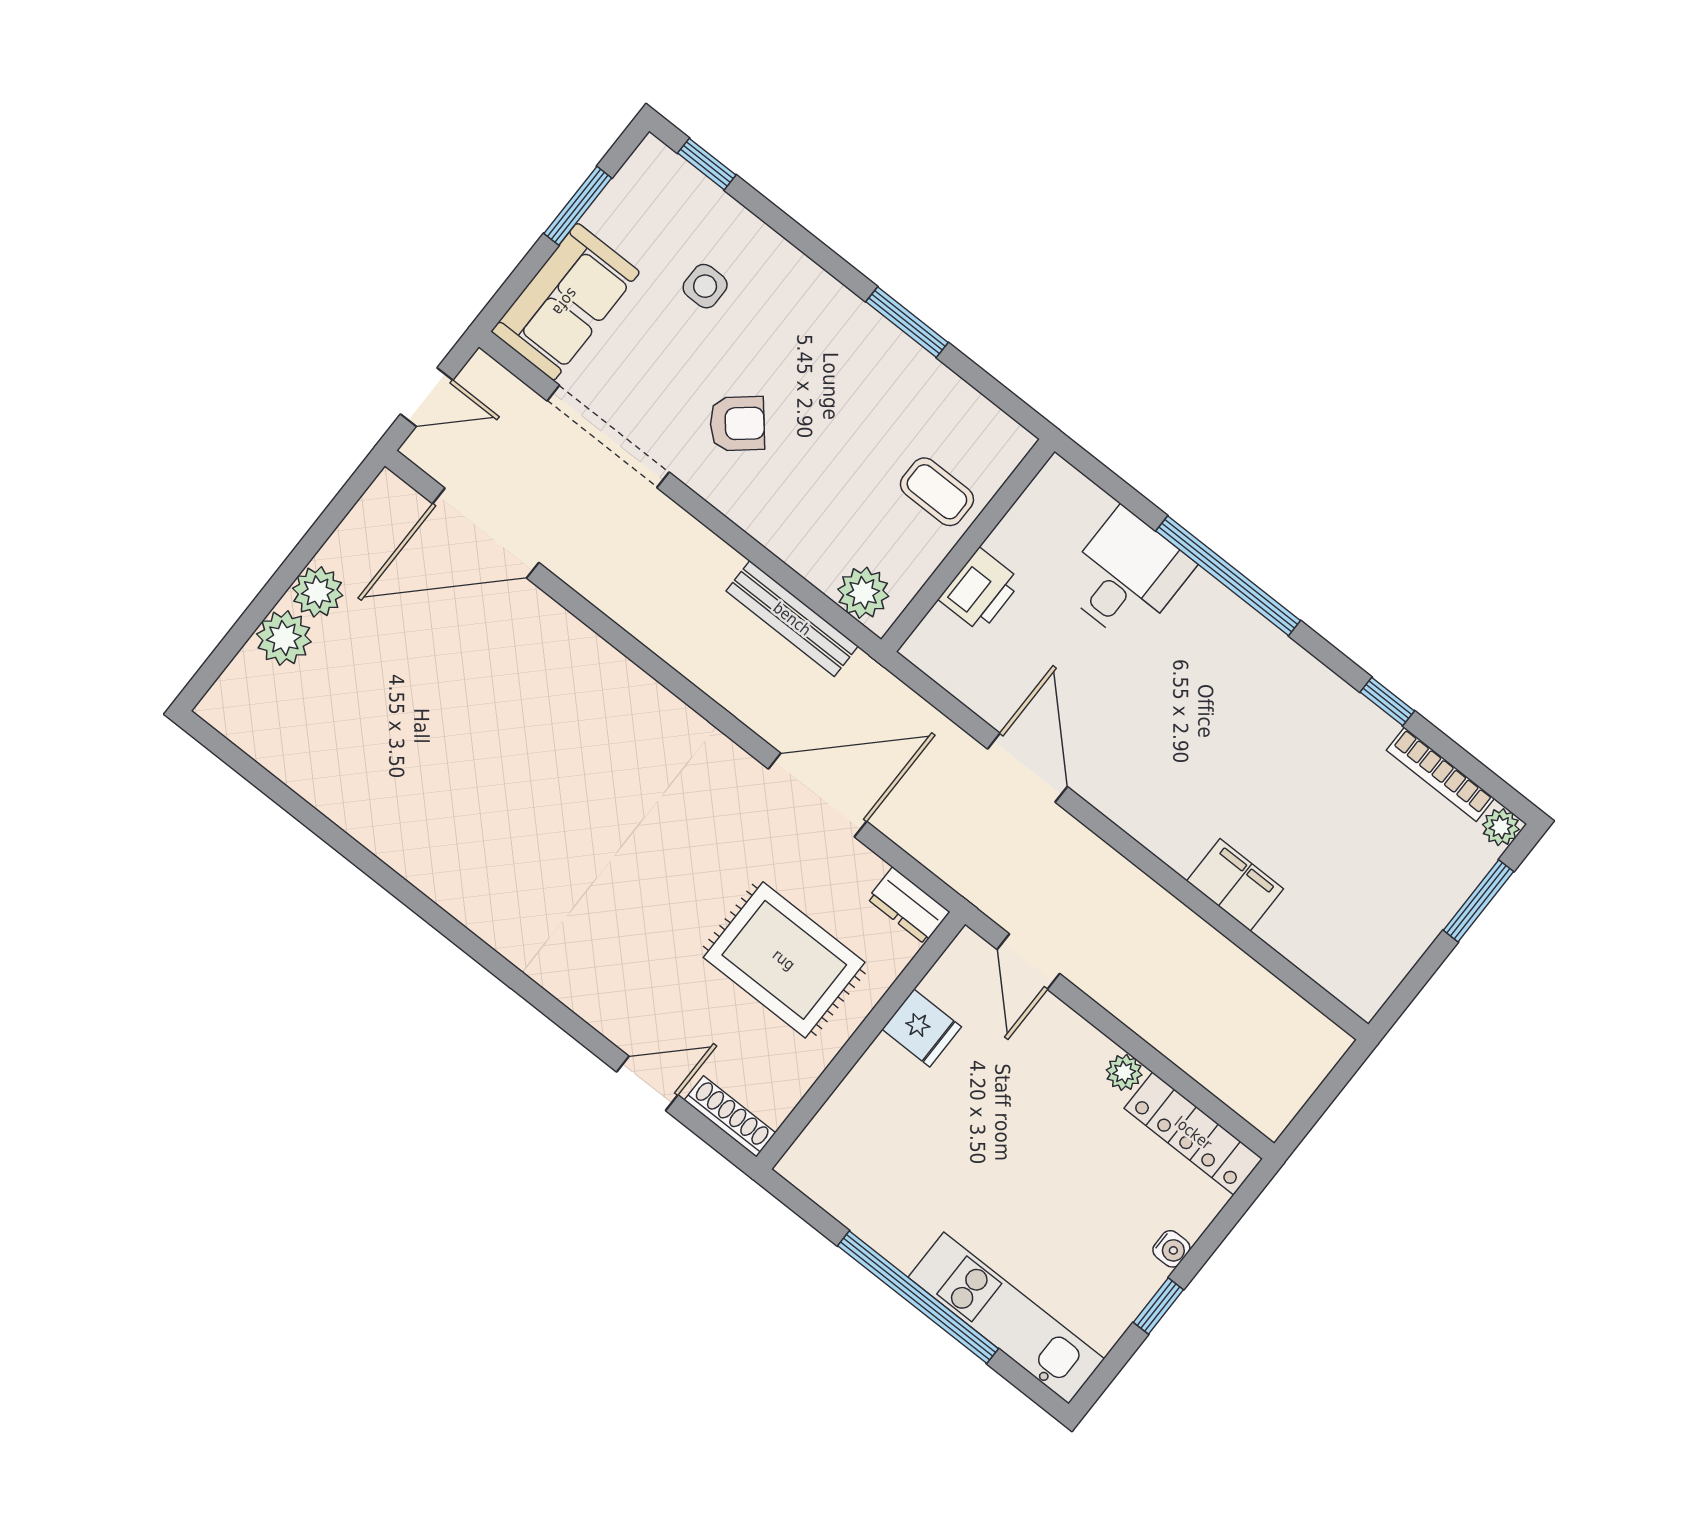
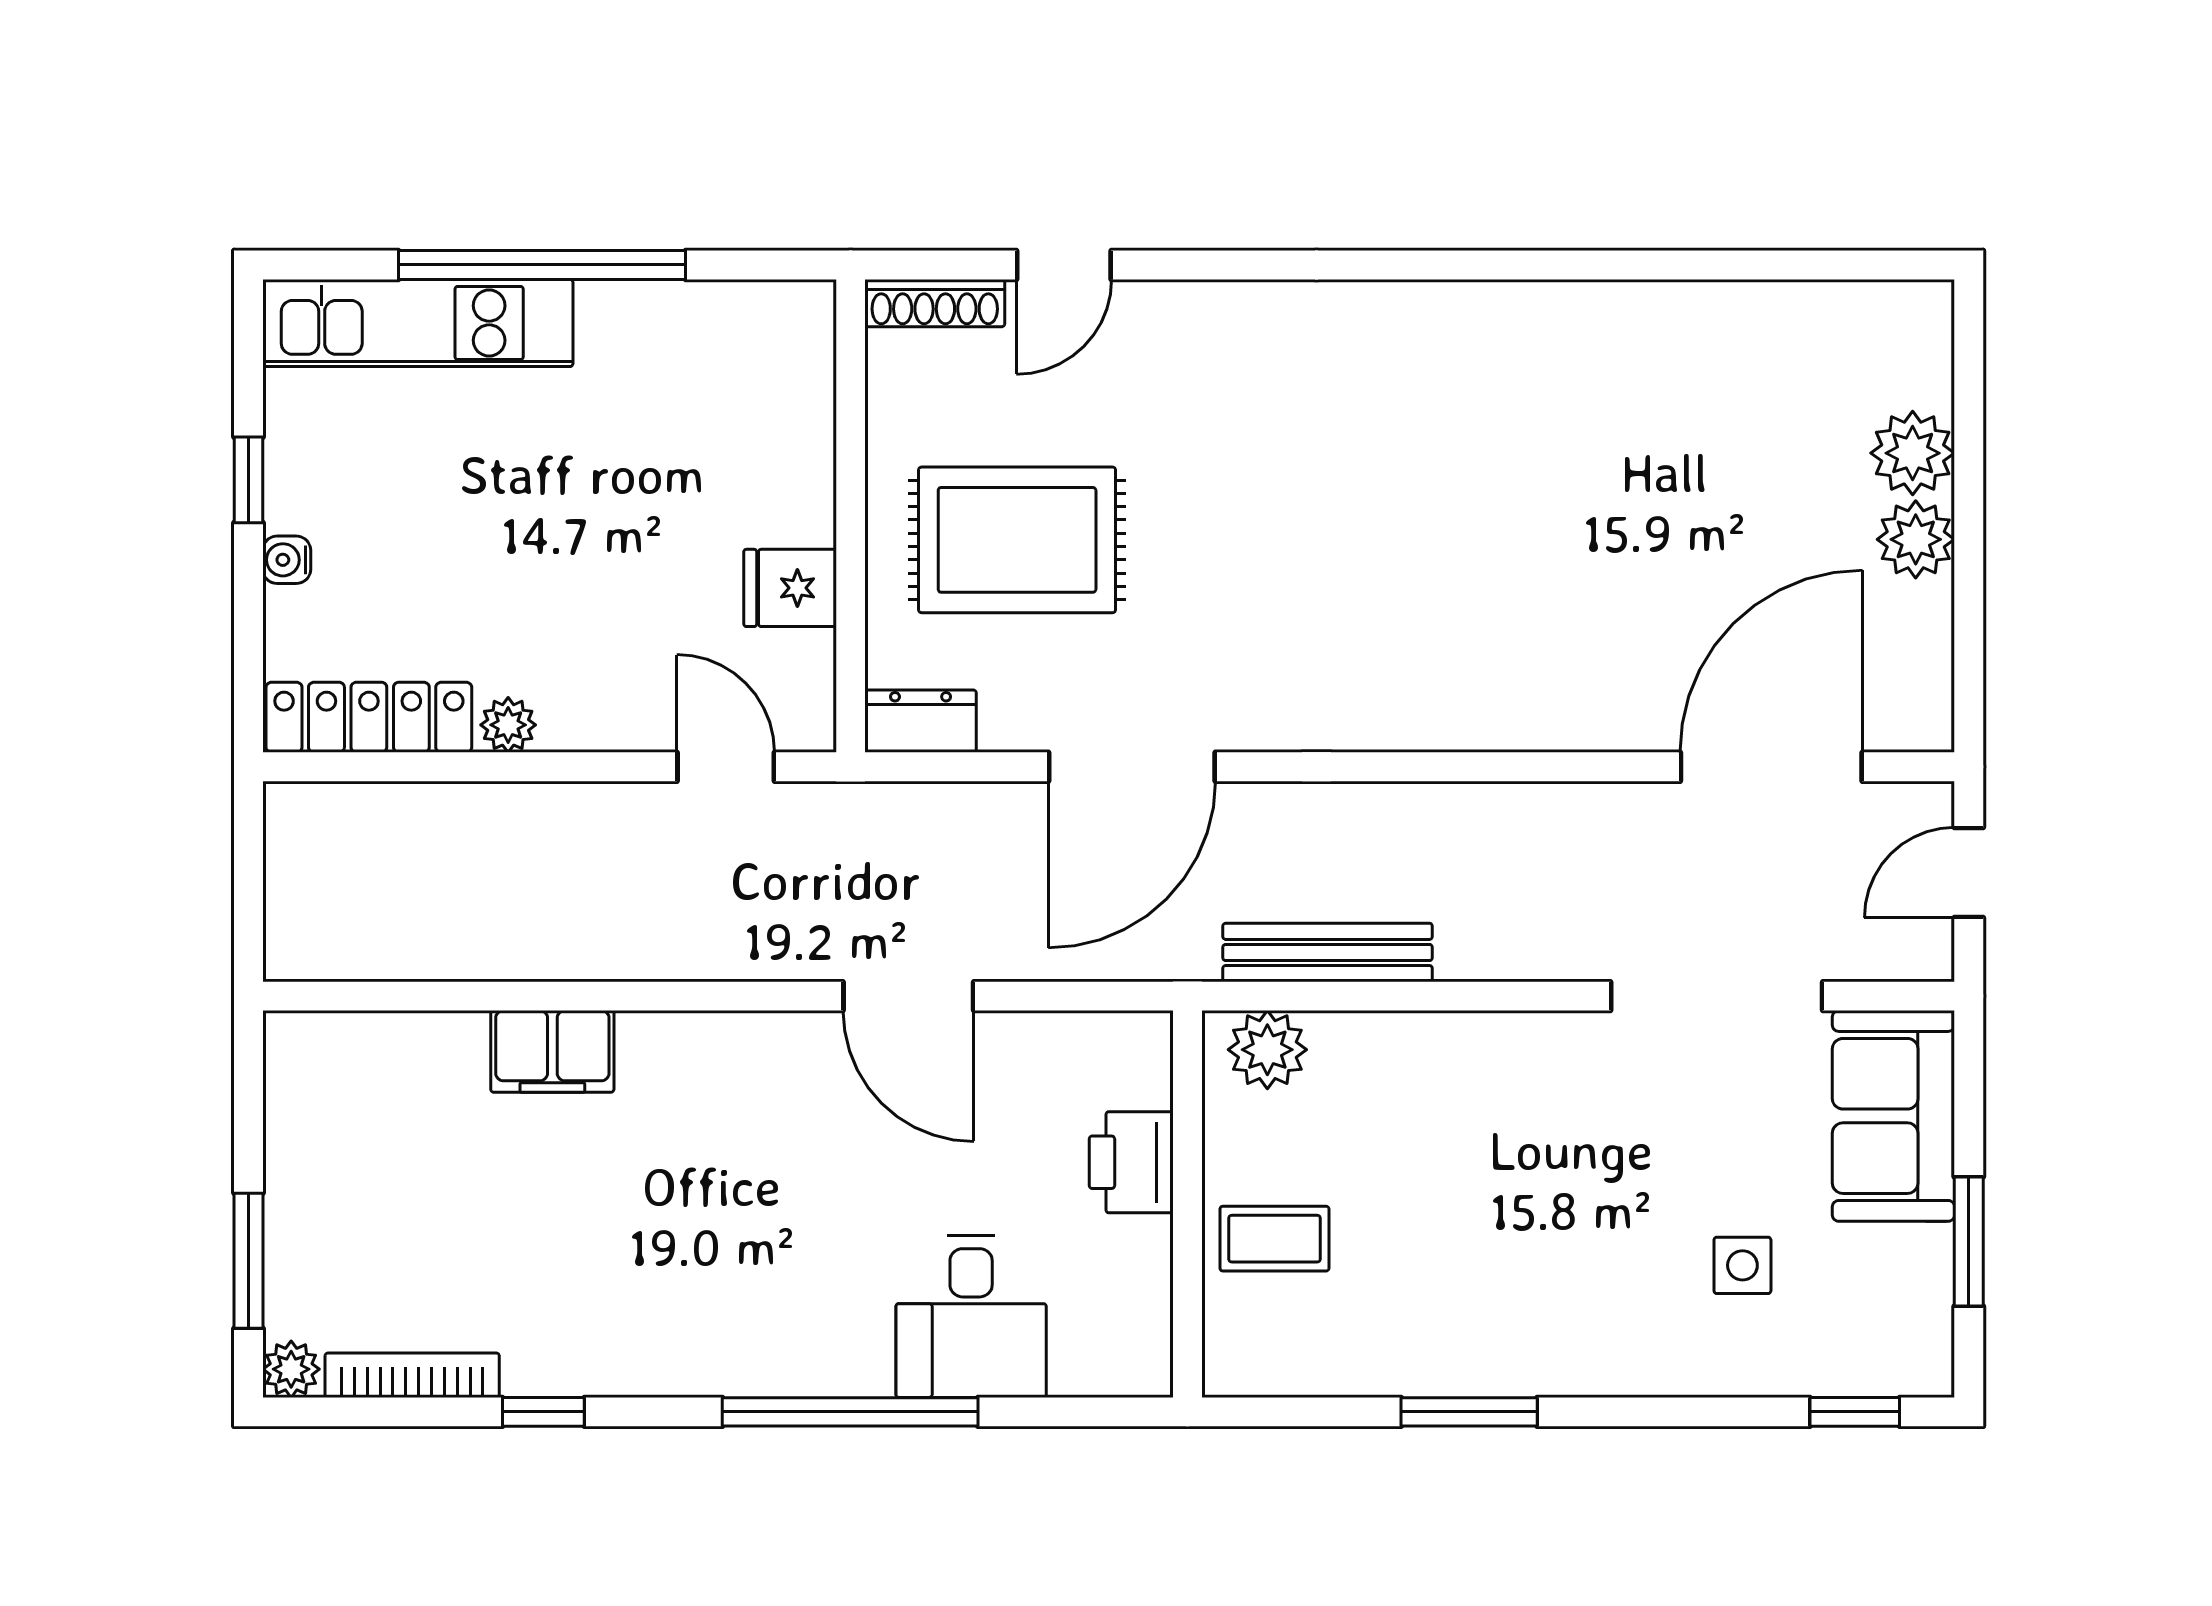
armchair: (737, 424) -> (1575, 1132), removed

